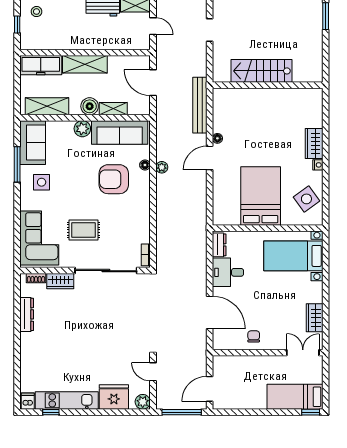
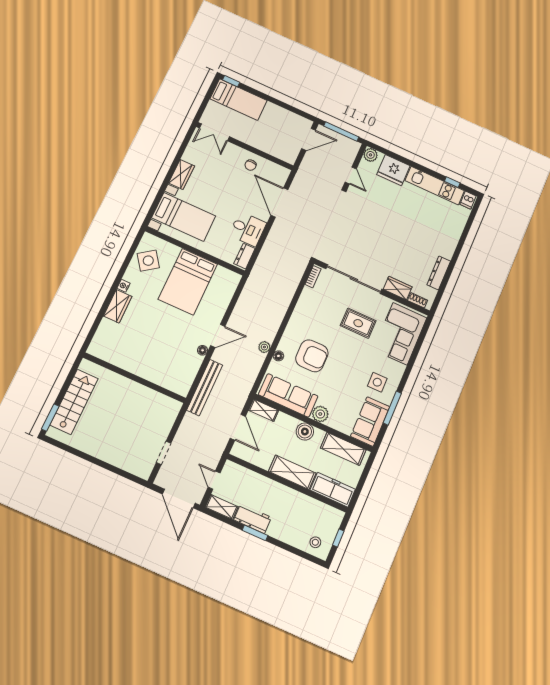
stairs: (261, 71) -> (74, 402), moved, turned -90
shelving: (113, 109) -> (264, 410), moved
wardrobe: (315, 318) -> (182, 174), moved

